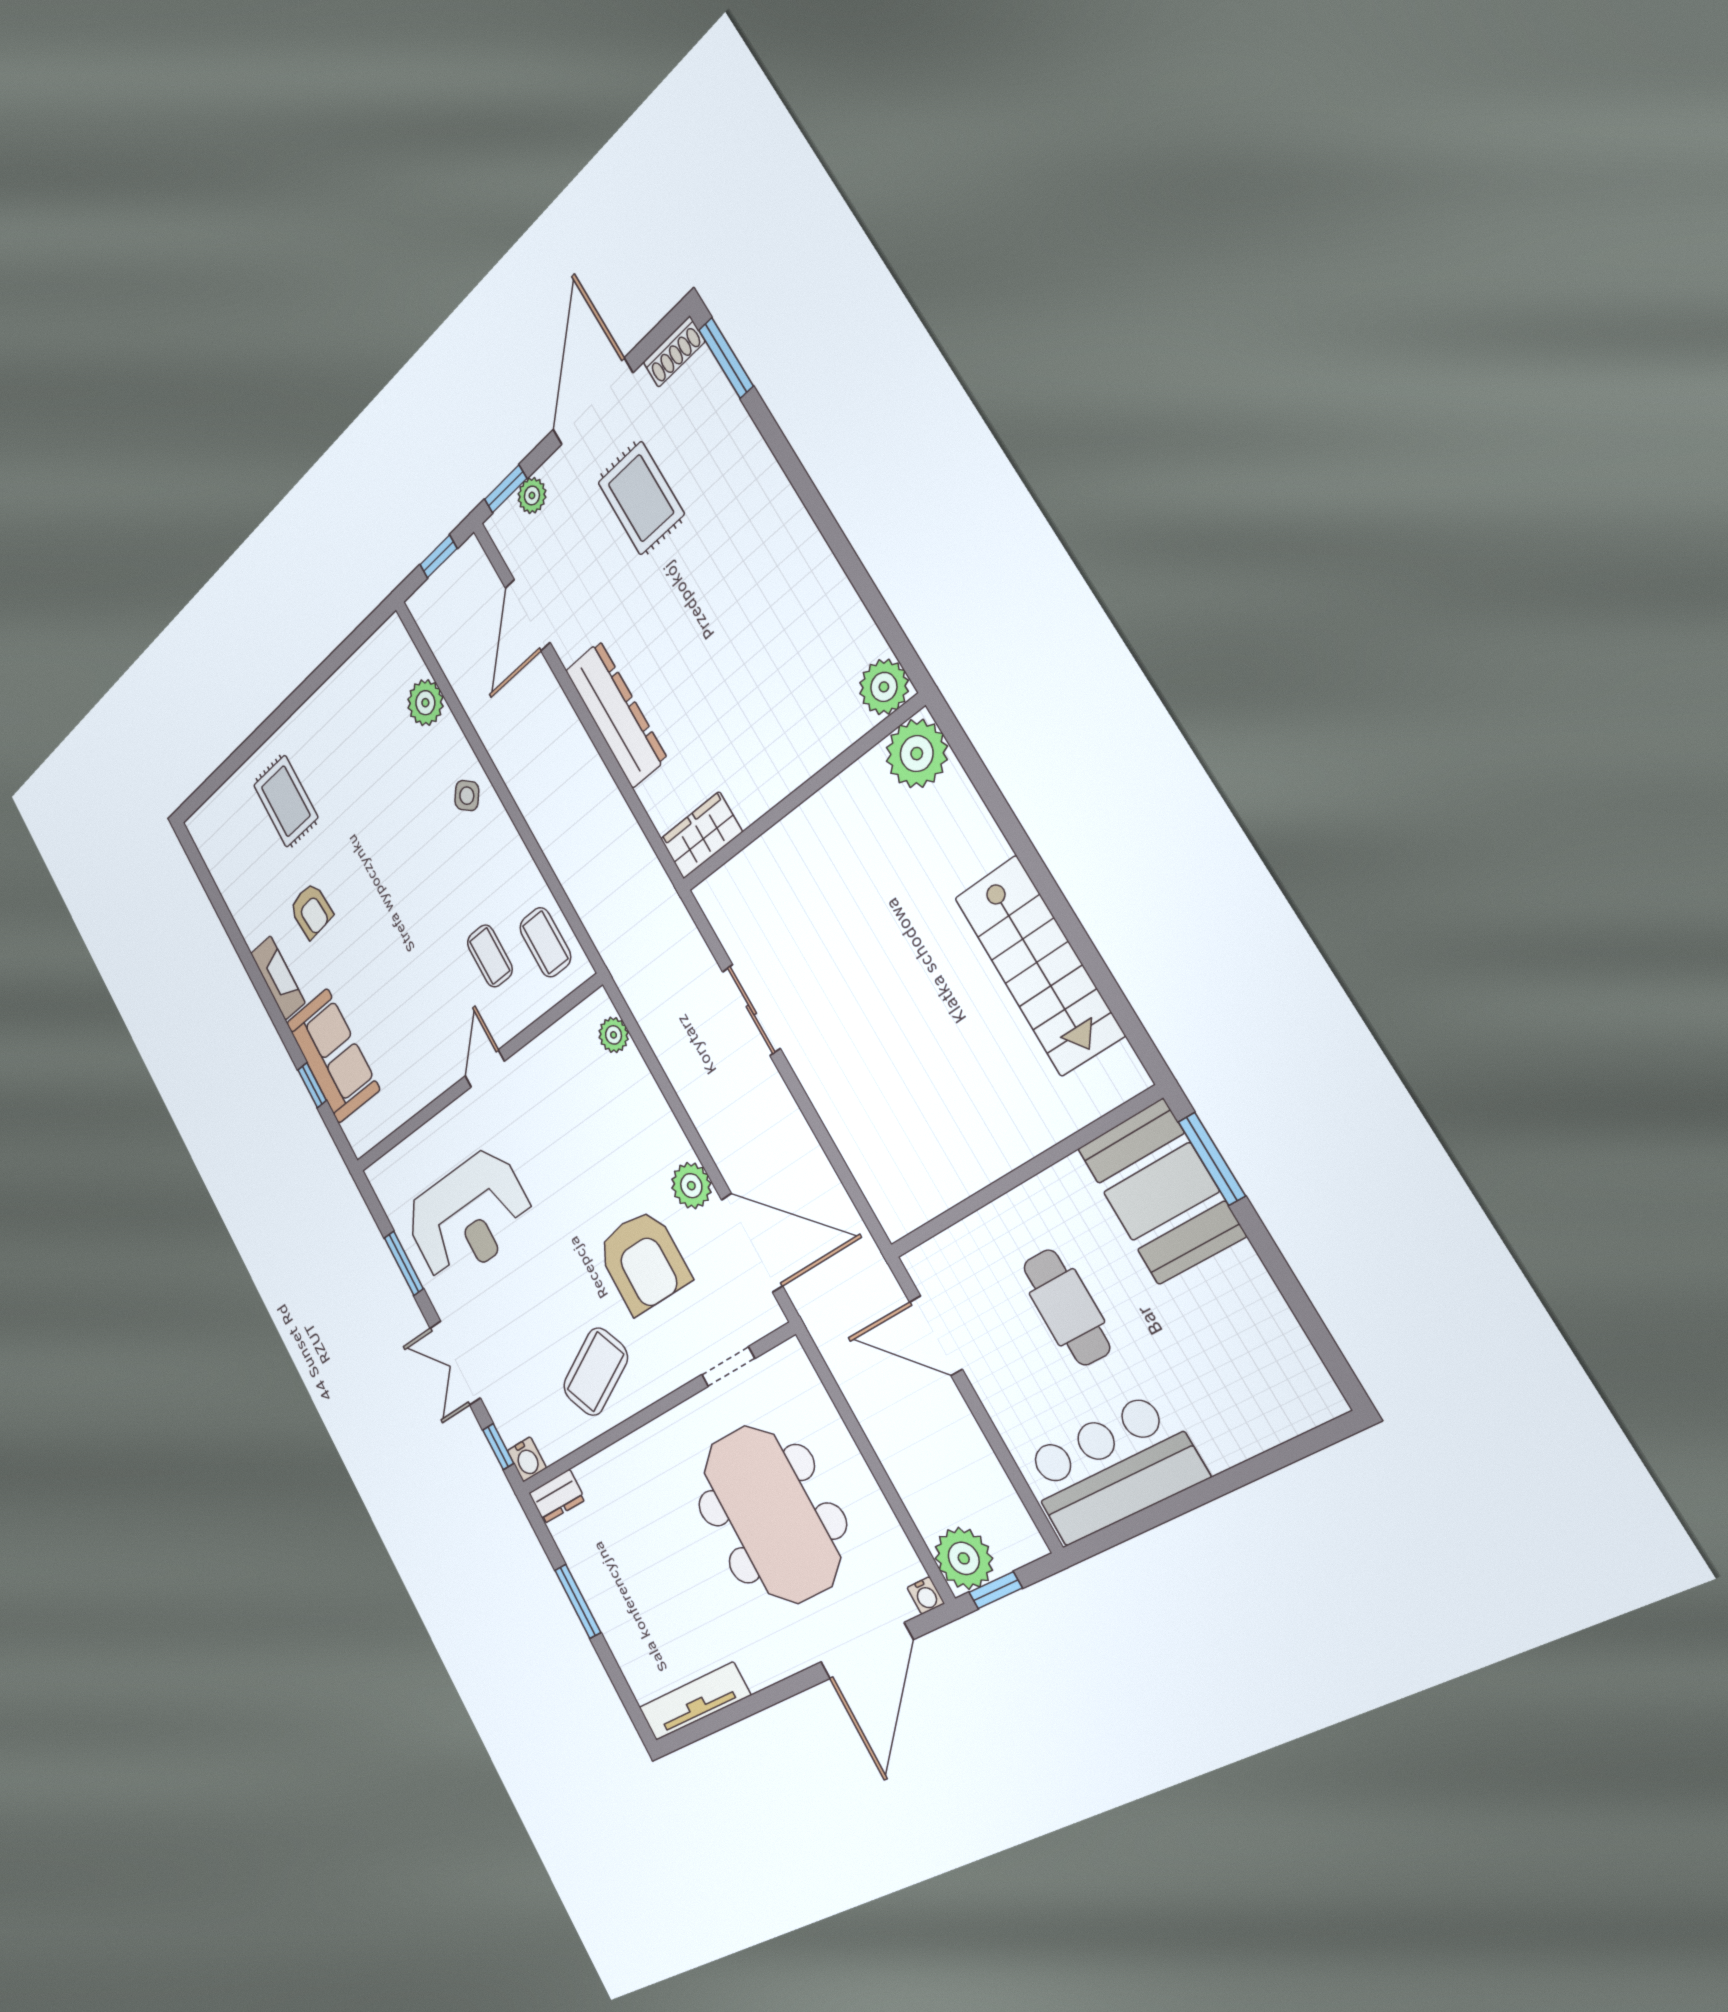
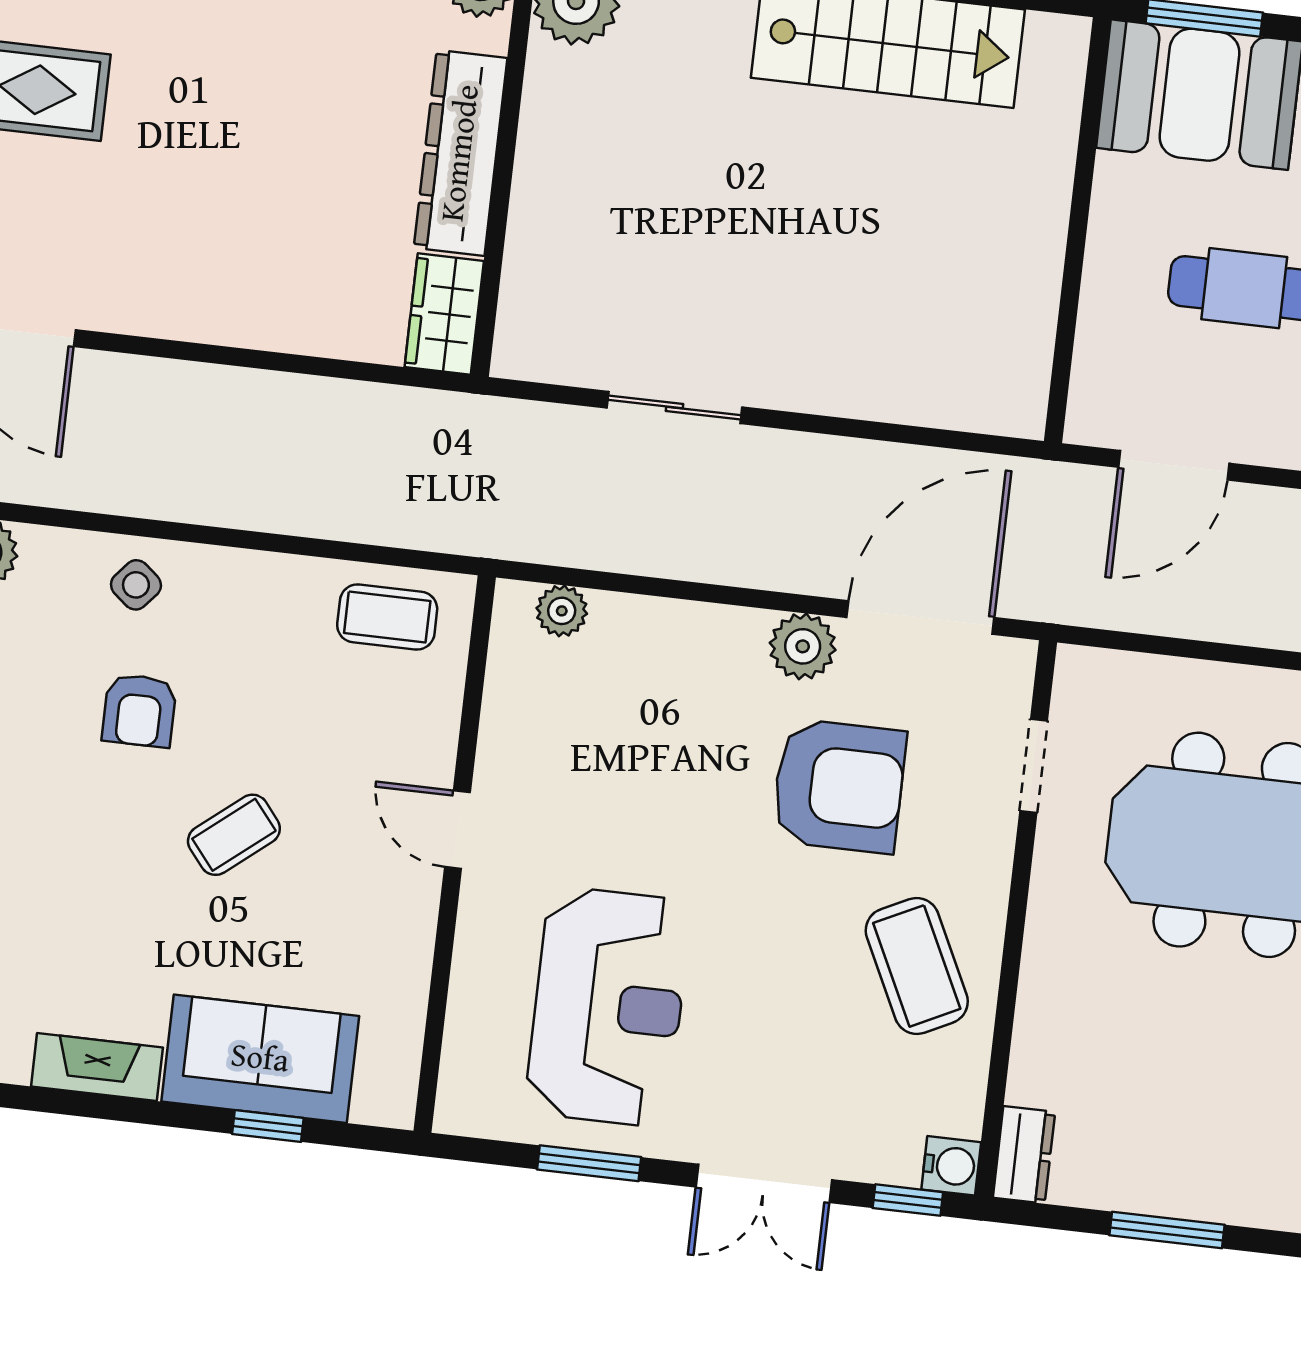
dresser: (616, 714) -> (461, 153), moved, turned -90
armchair: (311, 911) -> (139, 711), moved, turned 95
coffee table: (490, 956) -> (234, 835), moved, turned -39

